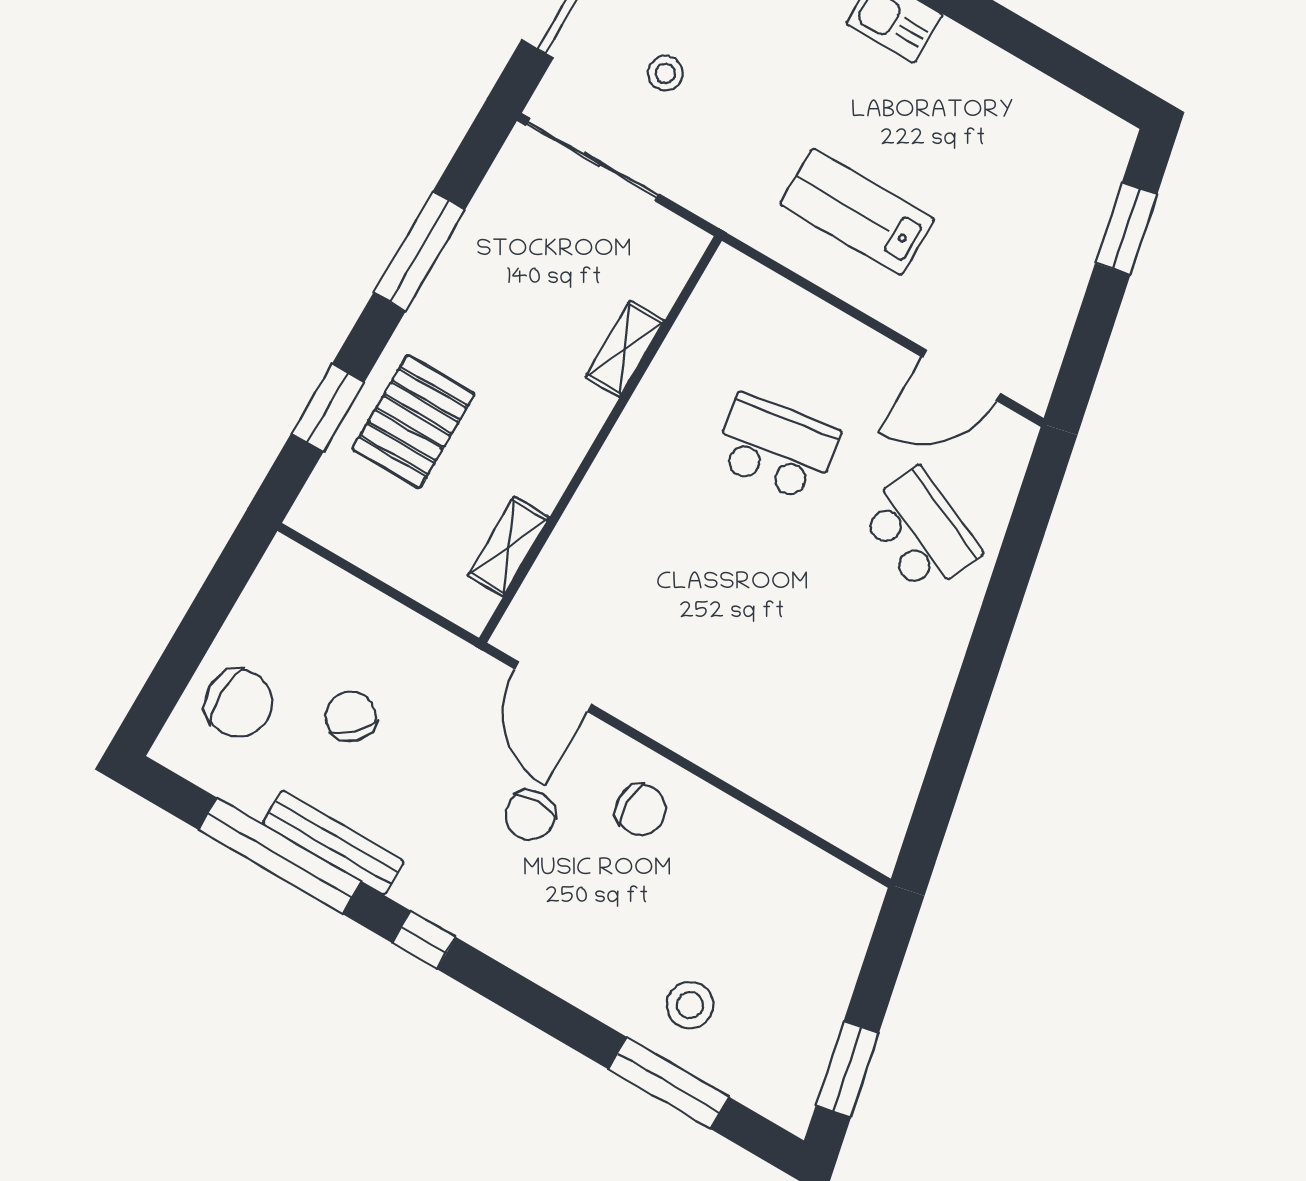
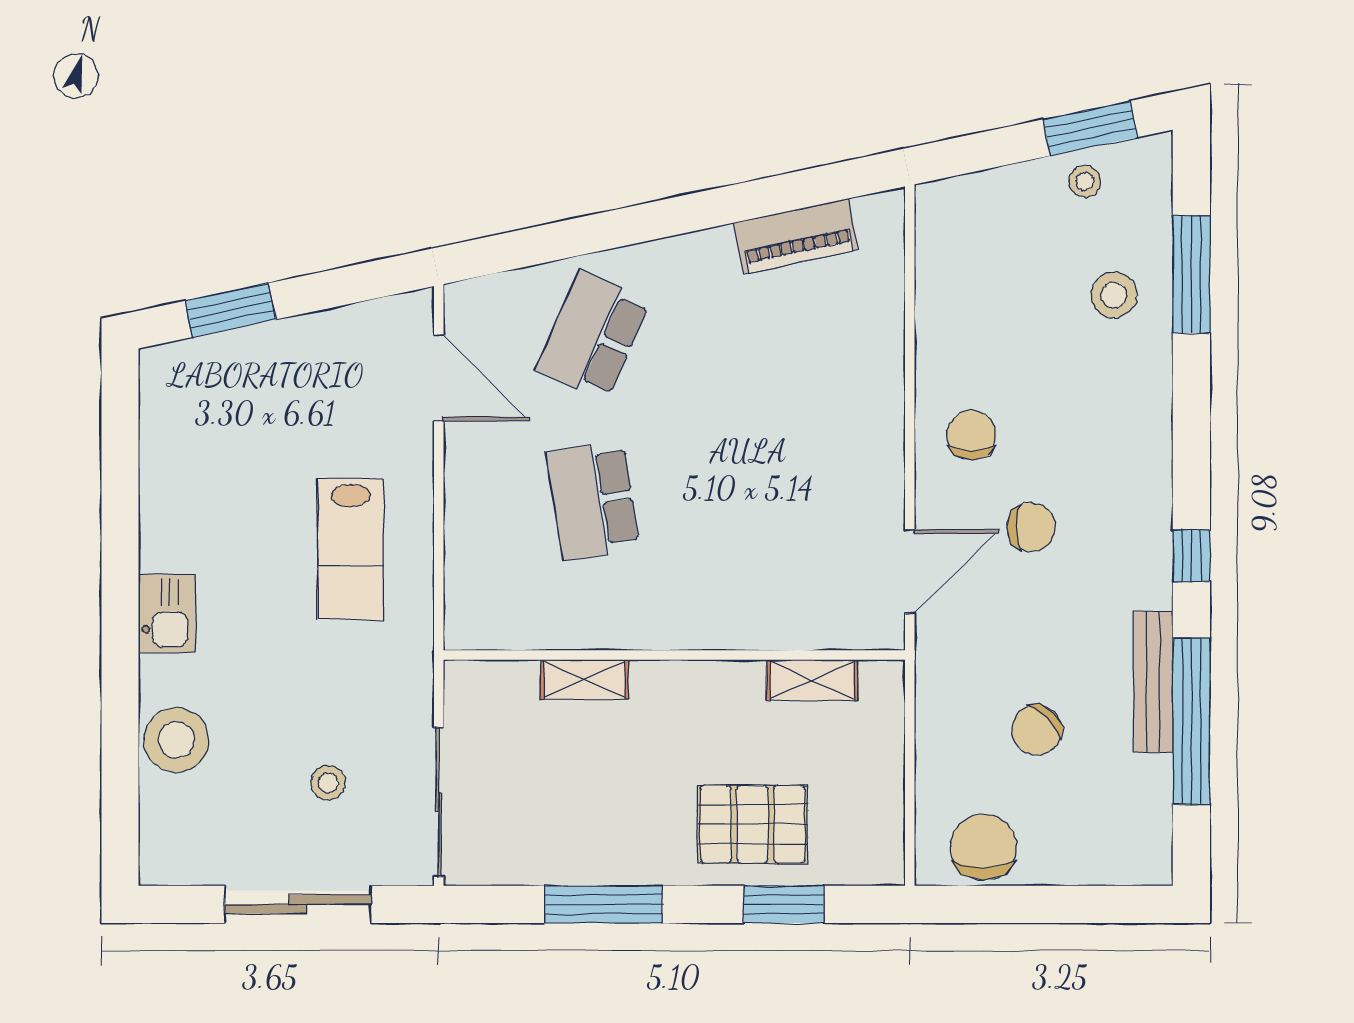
chair: (239, 703) -> (983, 847), moved
piano: (903, 758) -> (796, 236), added
stool: (804, 1038) -> (1085, 181), added

